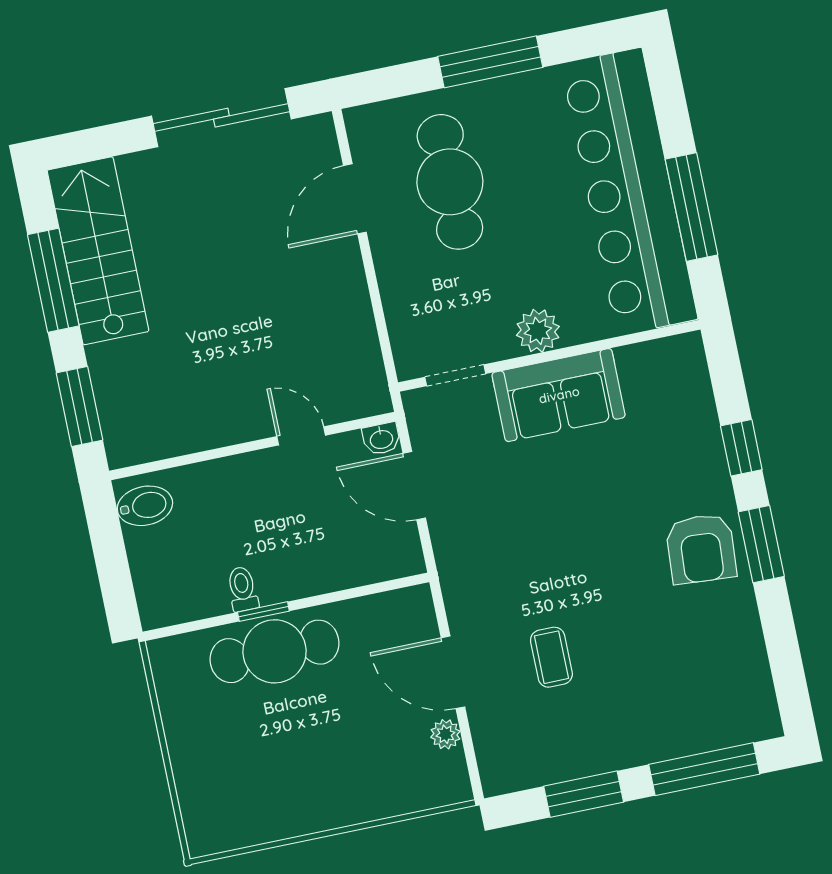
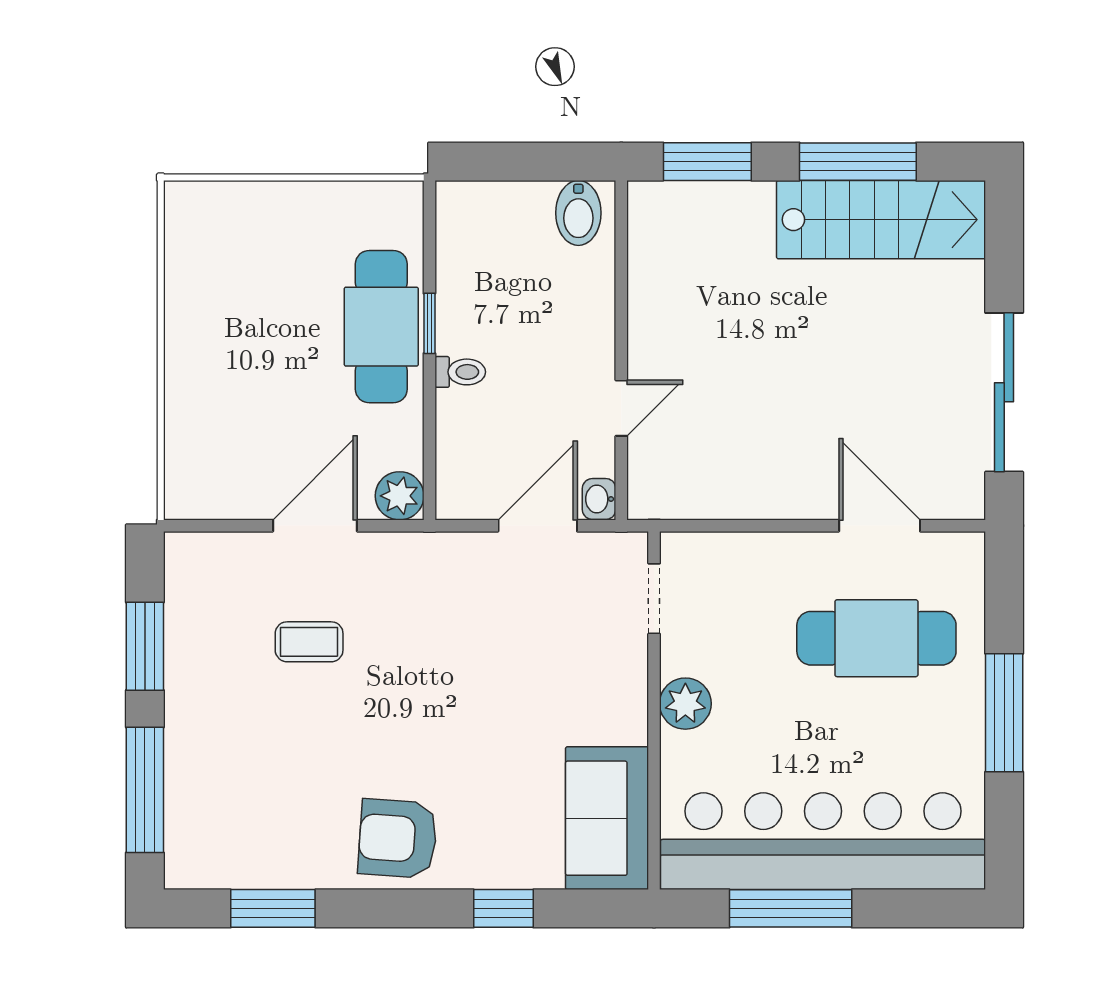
sofa: (559, 395) -> (607, 818), moved
window: (761, 544) -> (273, 908), moved
toilet: (242, 589) -> (460, 372), moved
plant: (445, 734) -> (400, 496), moved, width x1.38, depth x1.38

